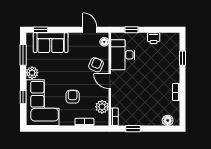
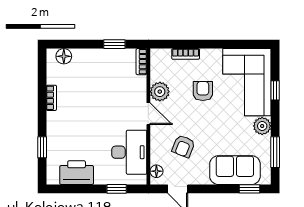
printer: (154, 38) -> (77, 173), width x1.87, depth x1.48
armchair: (96, 65) -> (183, 146), moved
armchair: (73, 97) -> (203, 91), turned 180
plant: (102, 107) -> (160, 92), moved

